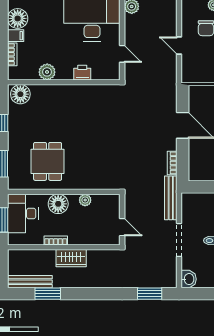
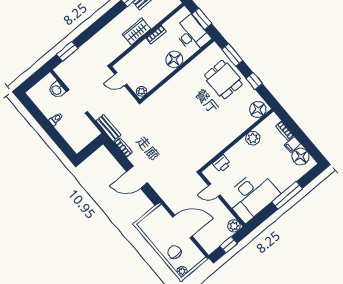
door: (179, 45) -> (182, 227), width x1.87
printer: (82, 73) -> (222, 164), moved
dining table: (48, 161) -> (223, 80), moved
bench: (171, 198) -> (108, 128), width x0.73
plant: (85, 200) -> (141, 91), moved
washbasin: (189, 279) -> (57, 90), moved

